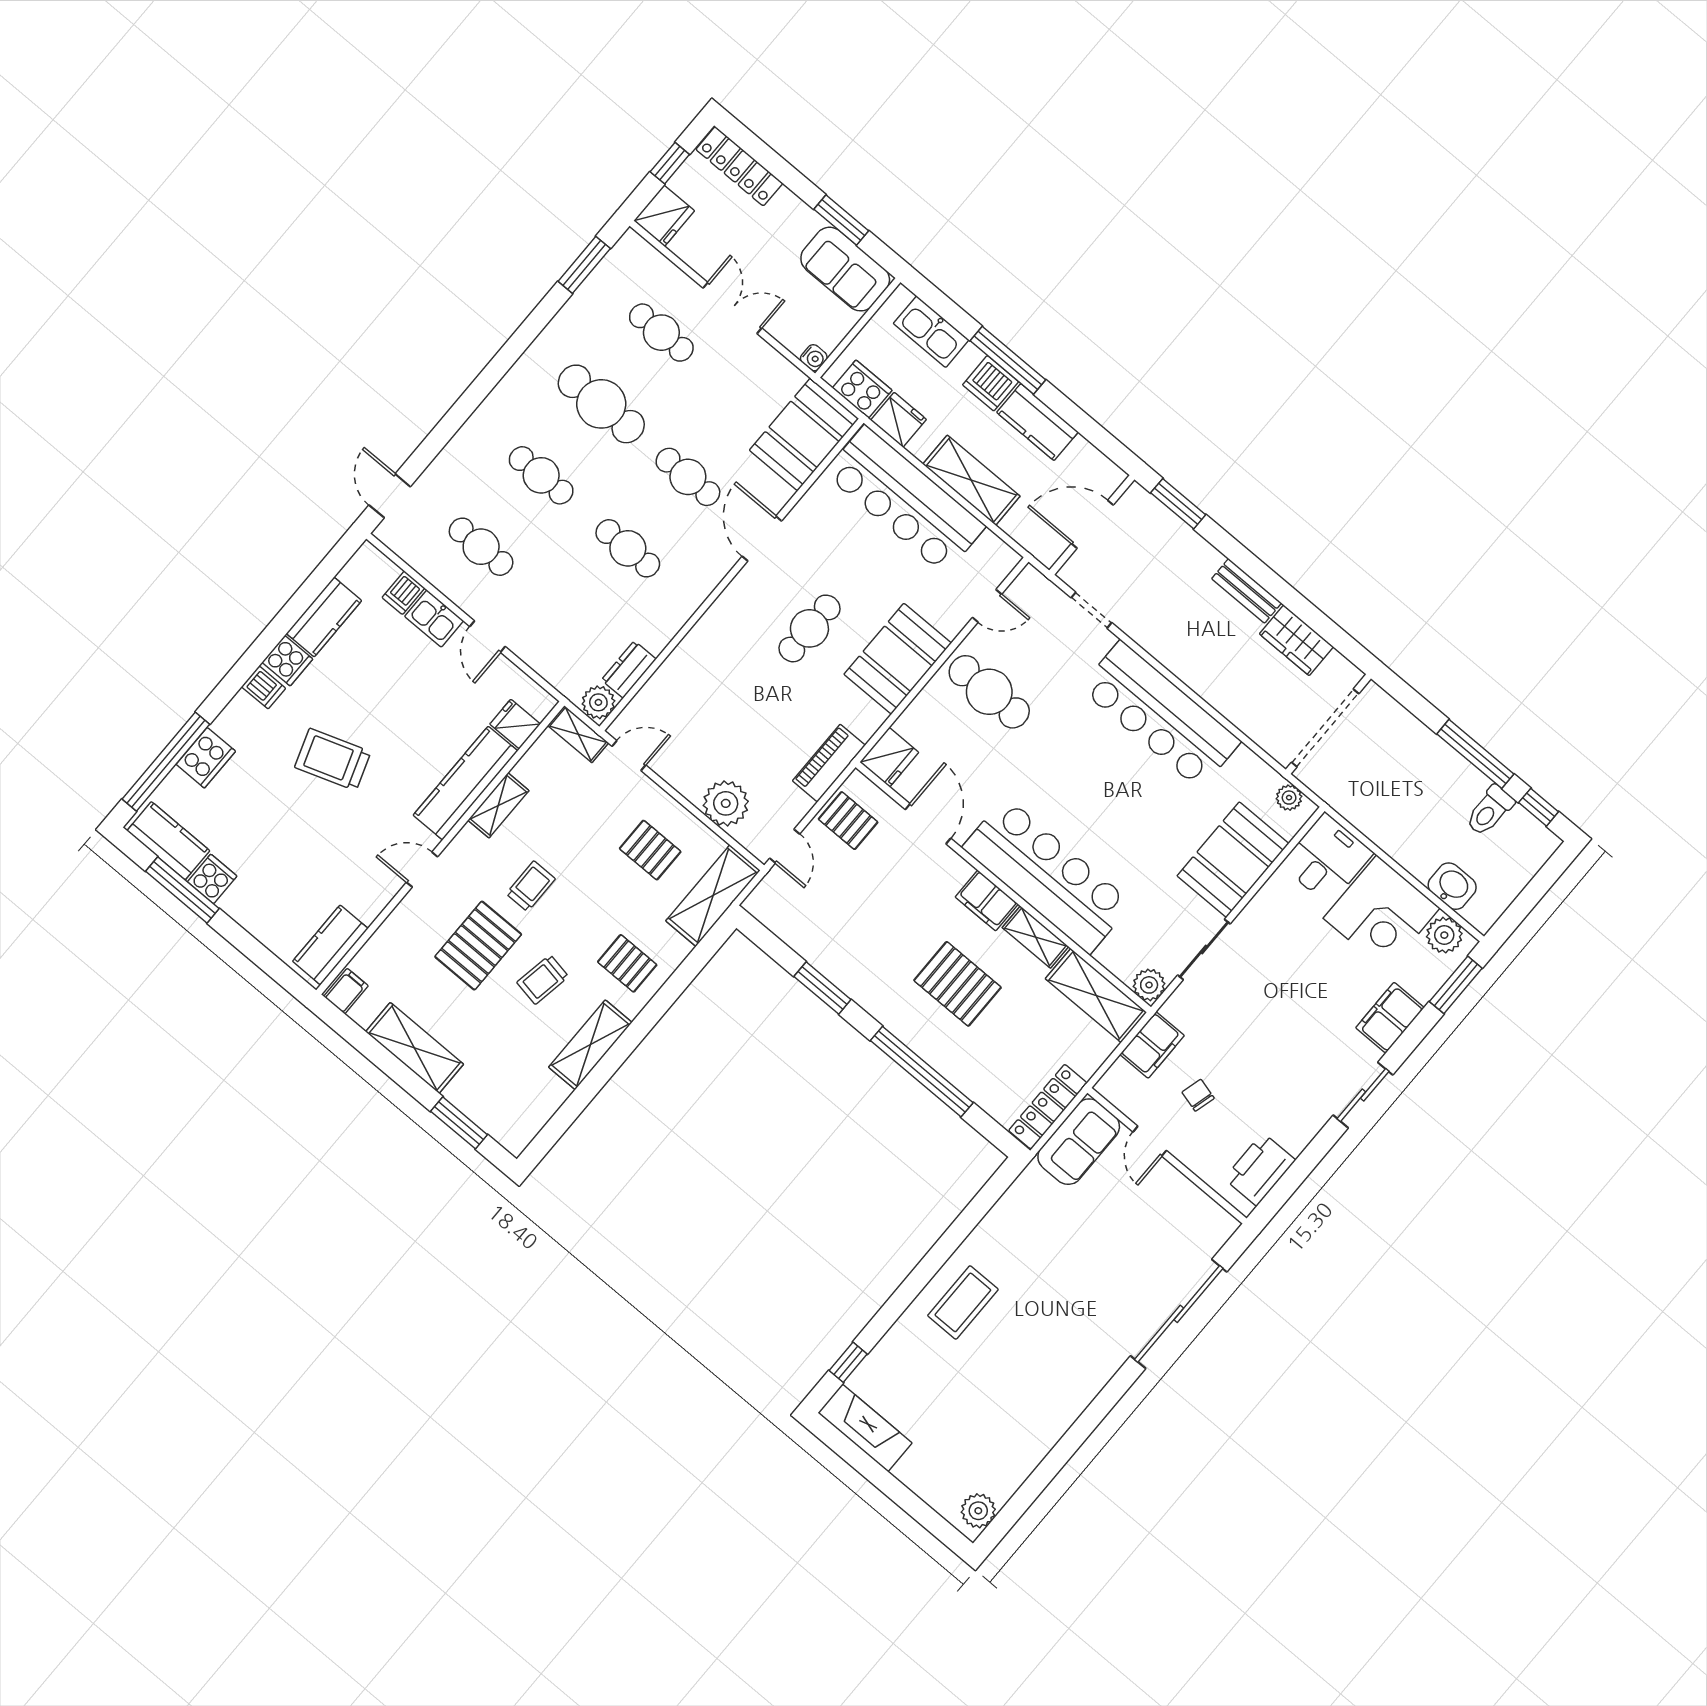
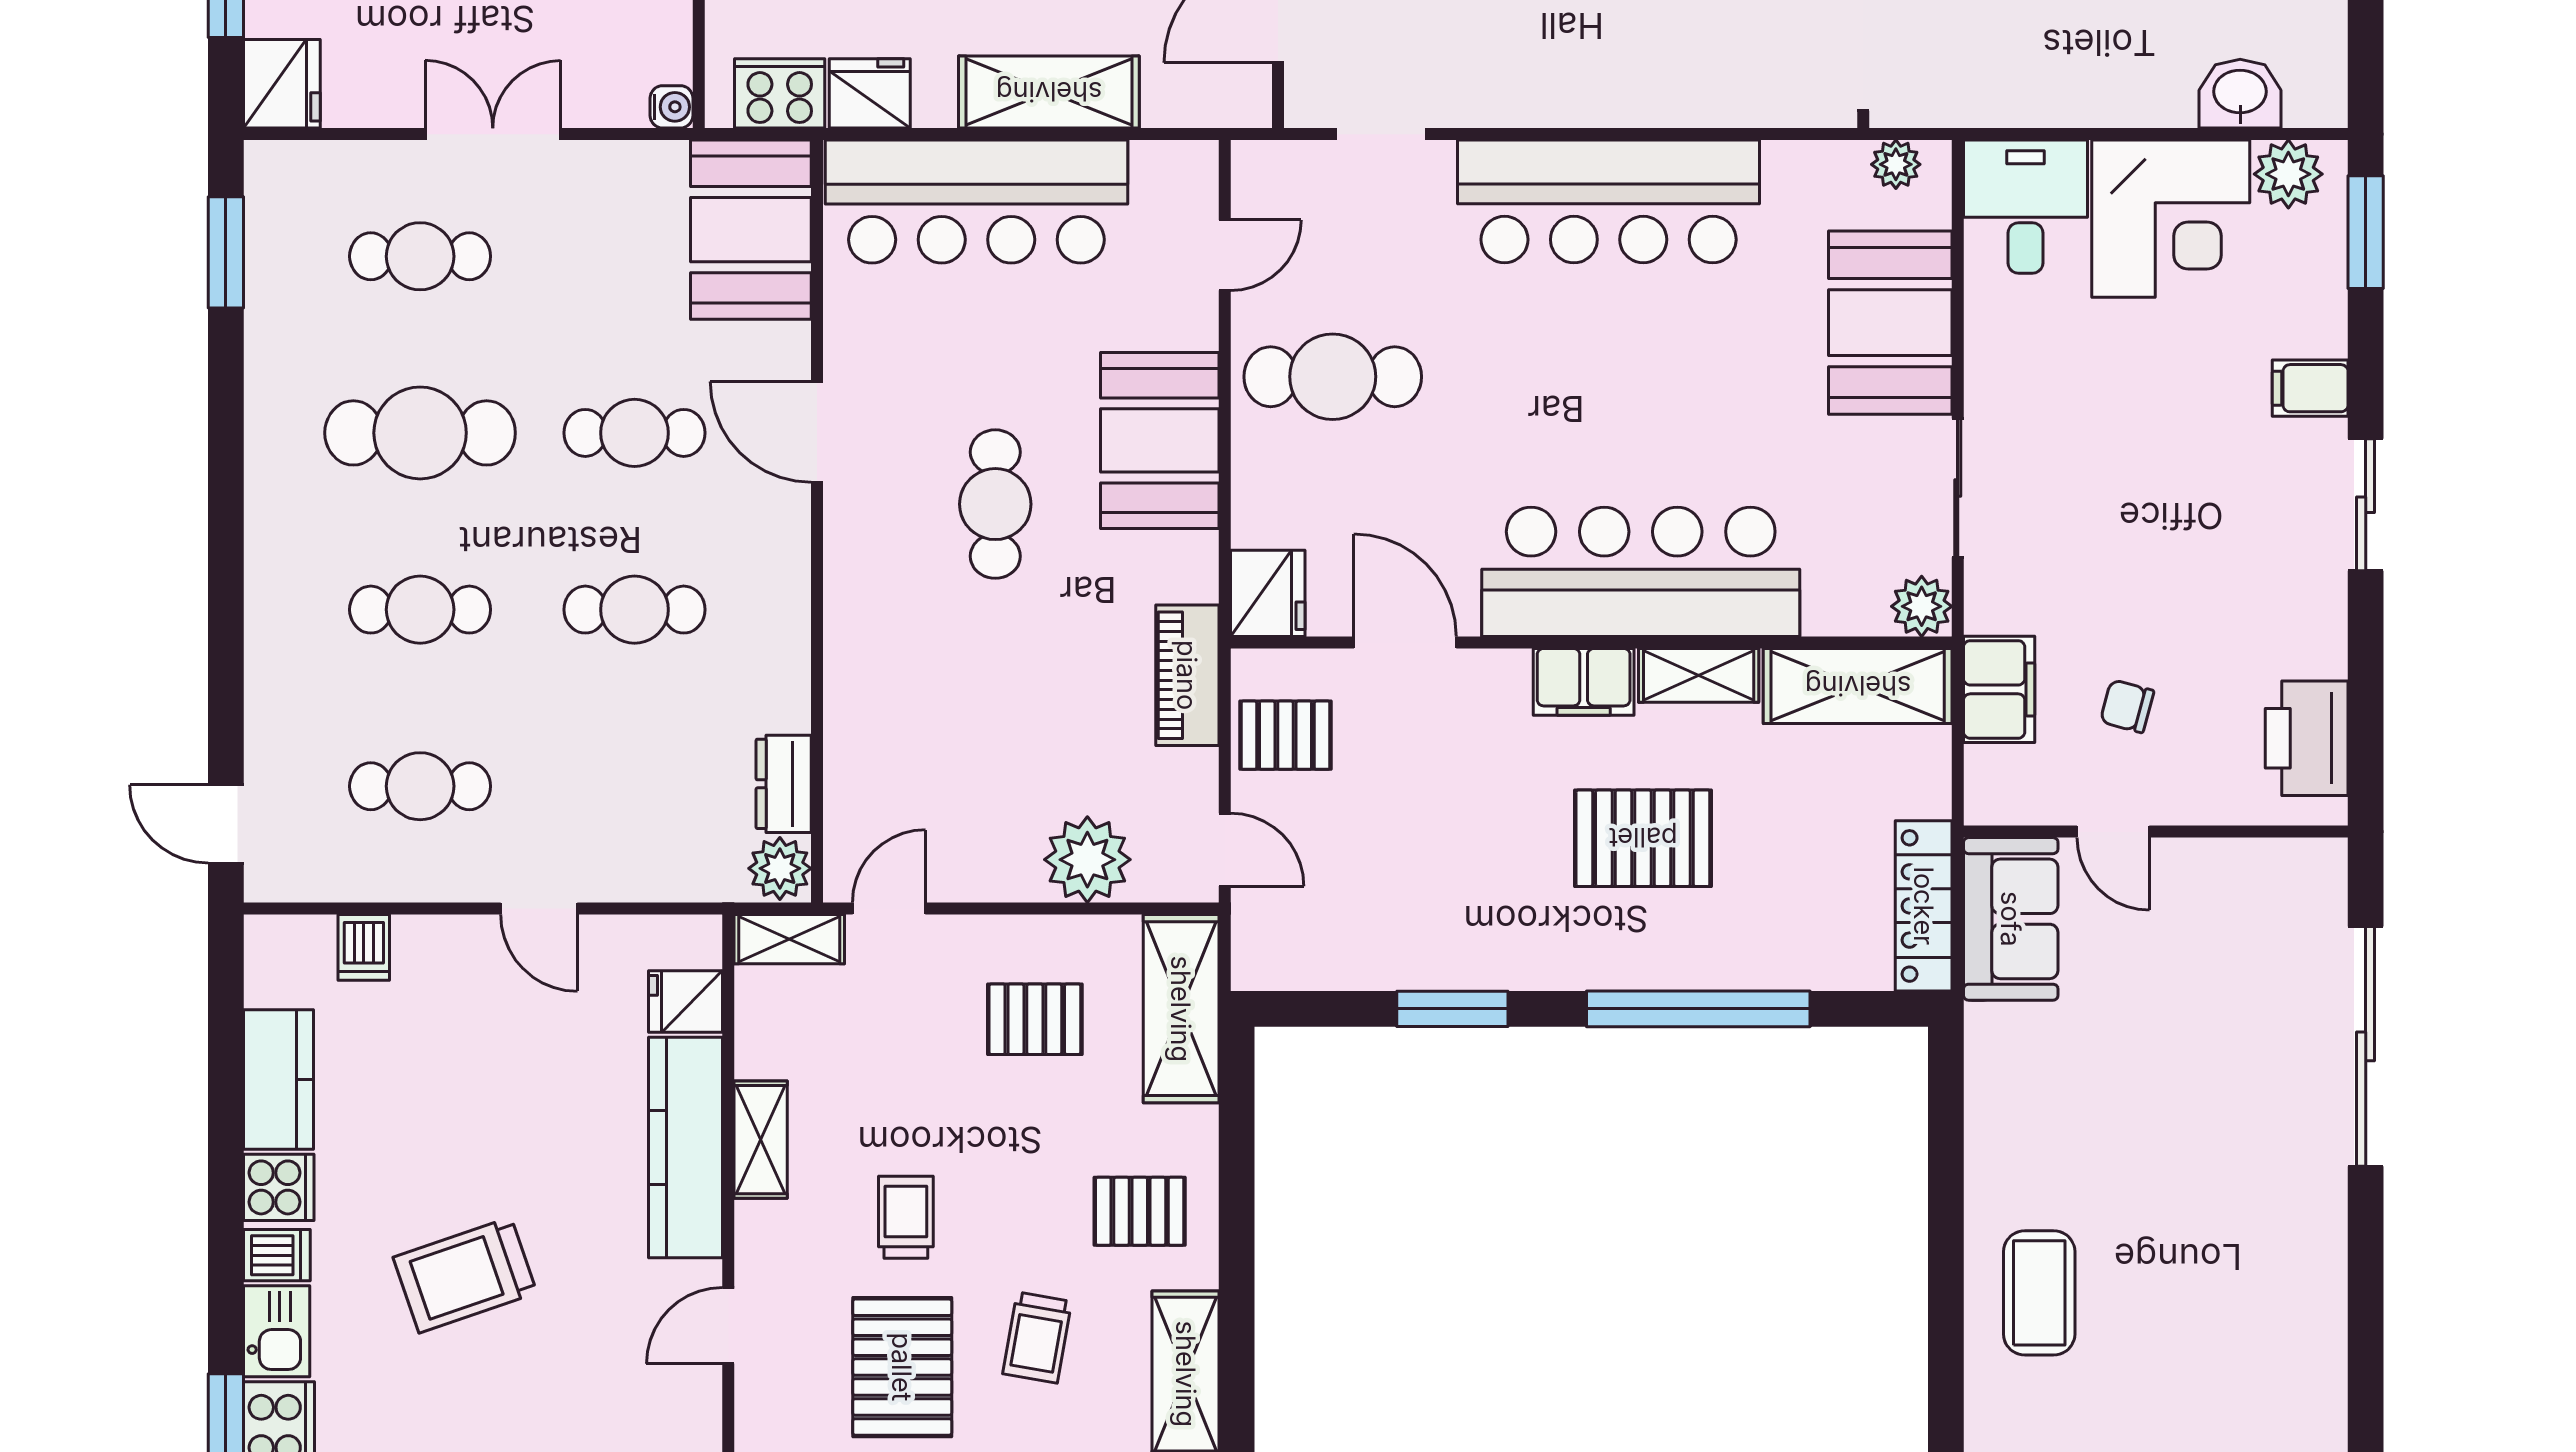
kitchen sink: (434, 619) -> (277, 1331), moved, turned -90
filing cabinet: (1390, 1018) -> (2310, 388), width x0.50

